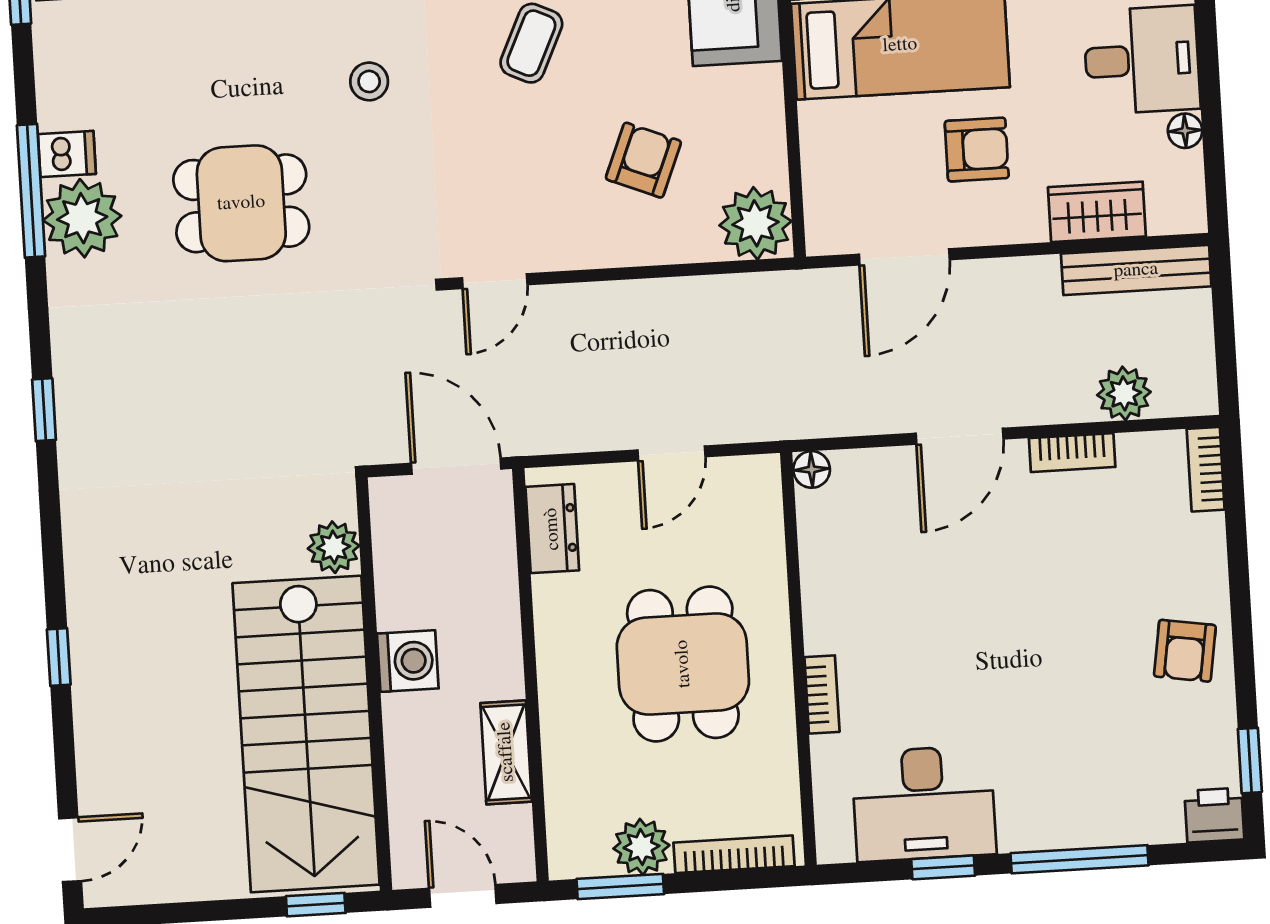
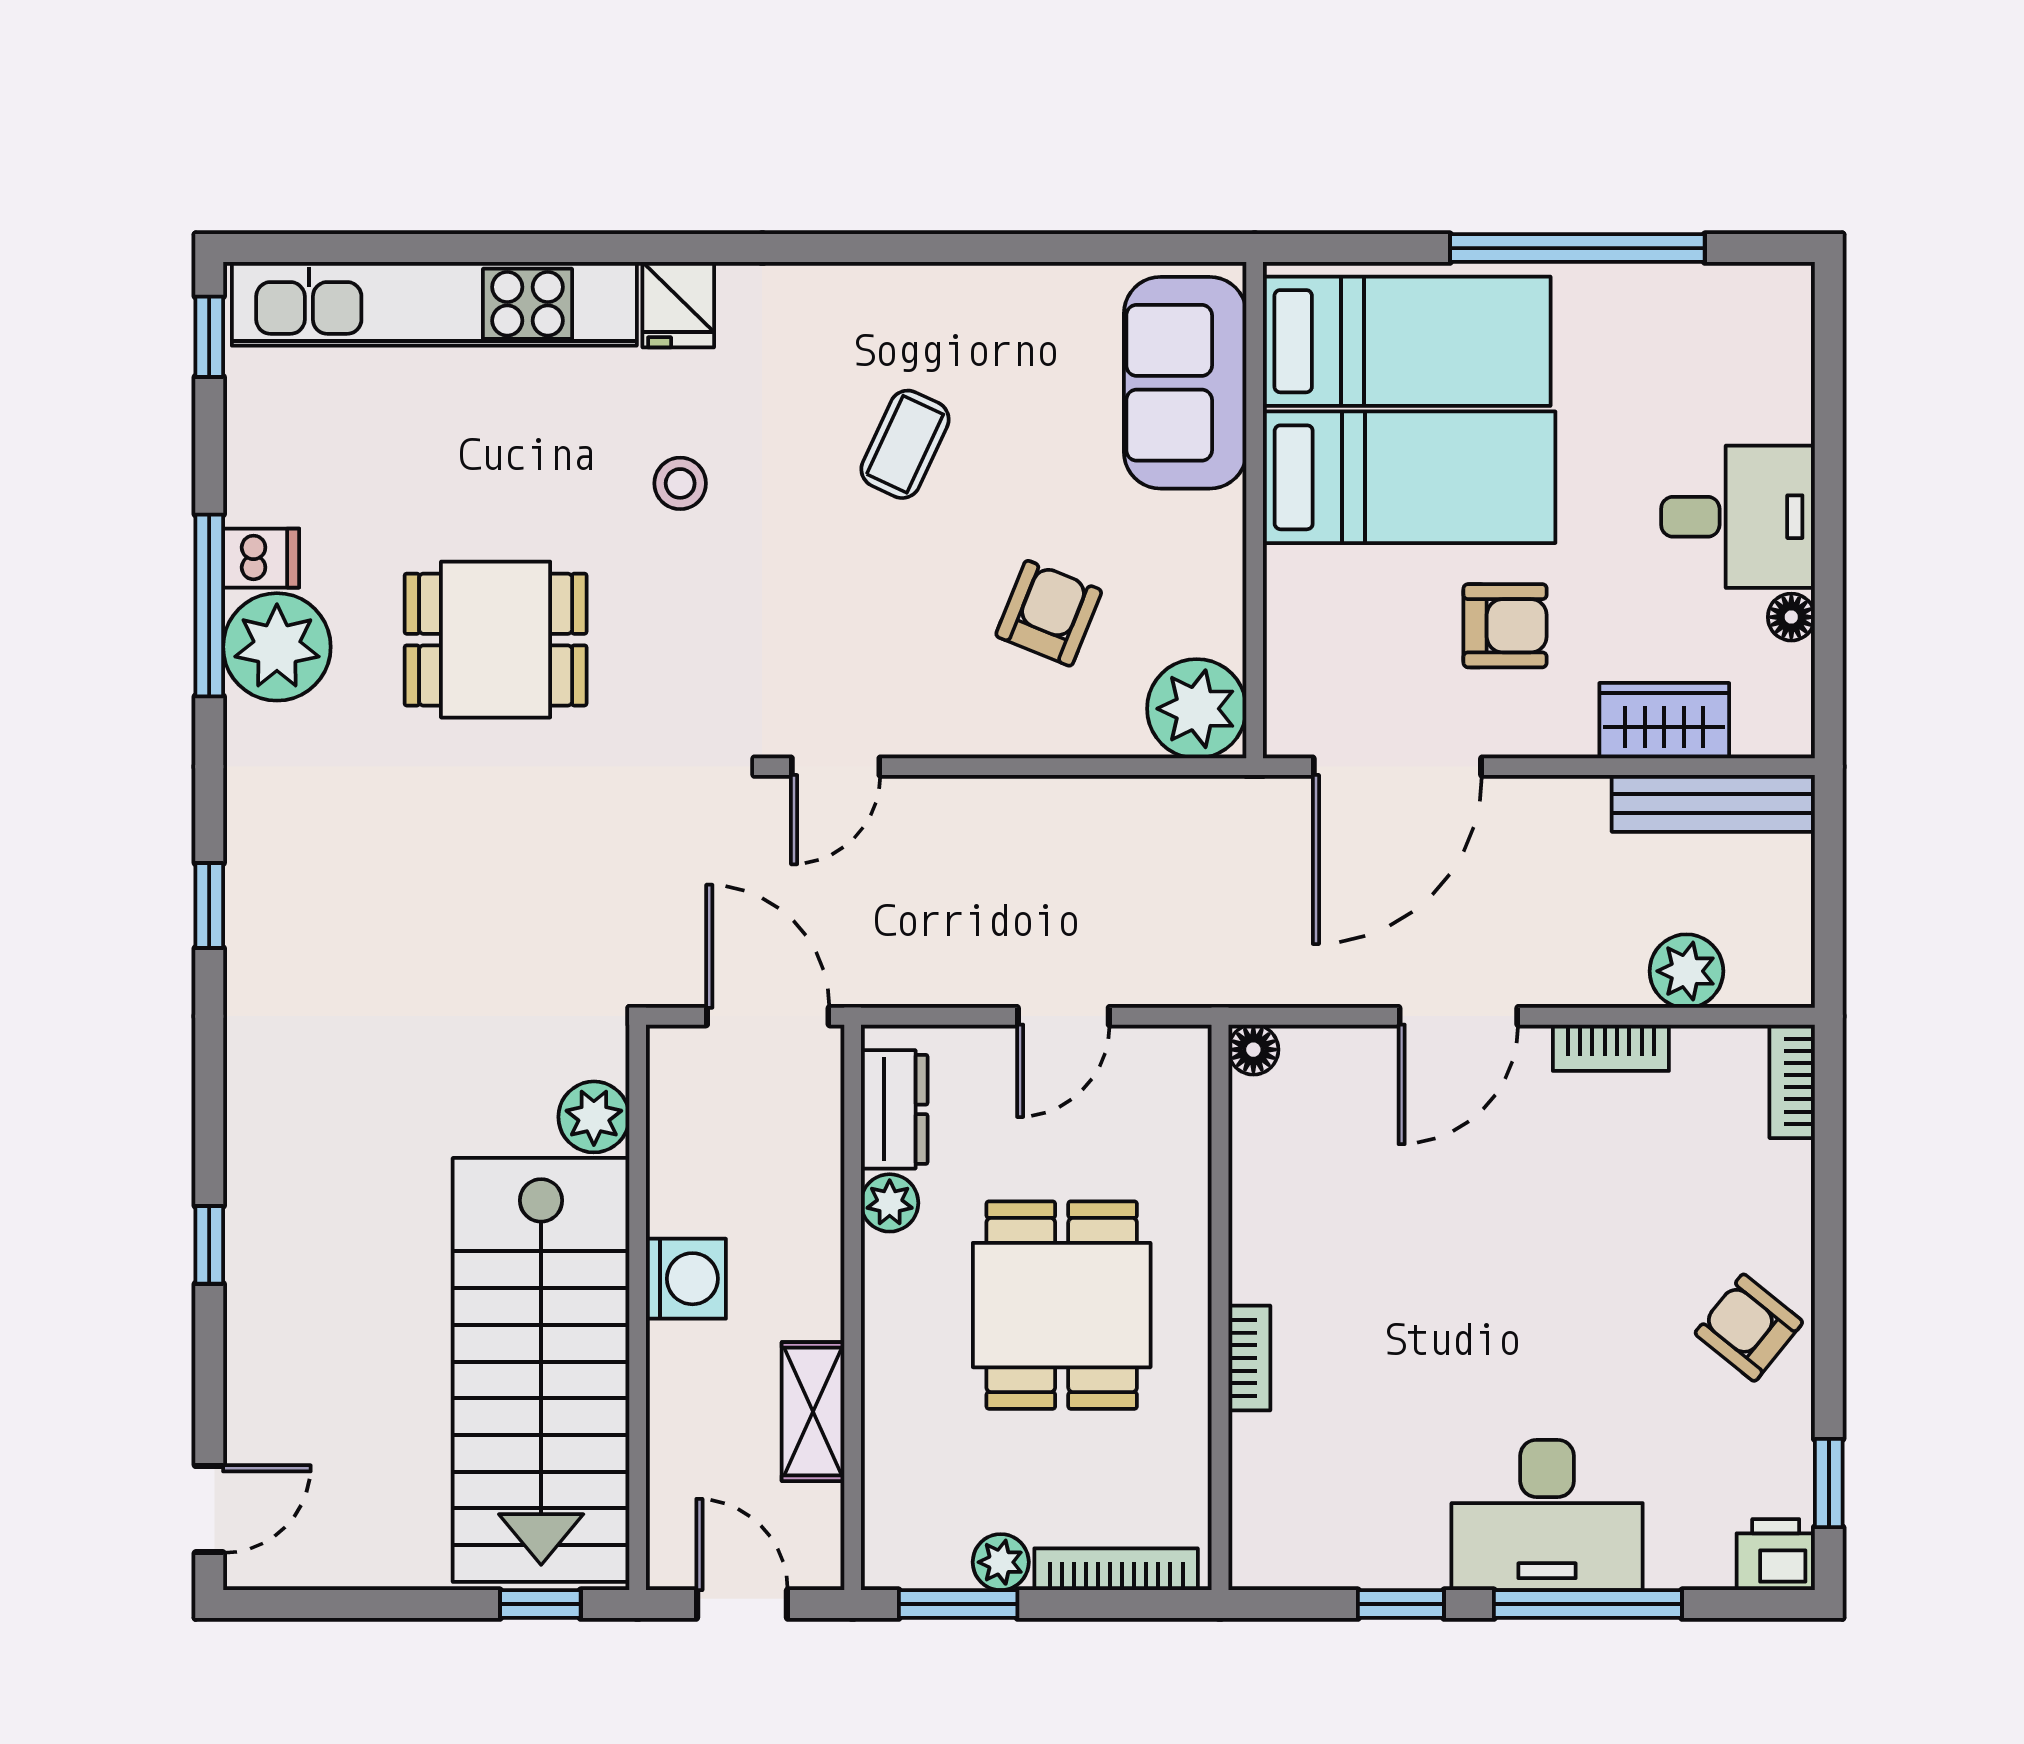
door: (904, 257) -> (1397, 767), width x1.36
plant: (553, 597) -> (890, 1203), added
armchair: (1185, 651) -> (1749, 1328), turned 120
desk: (924, 803) -> (1547, 1515), moved
plant: (641, 847) -> (1001, 1562), width x0.73, depth x0.73

